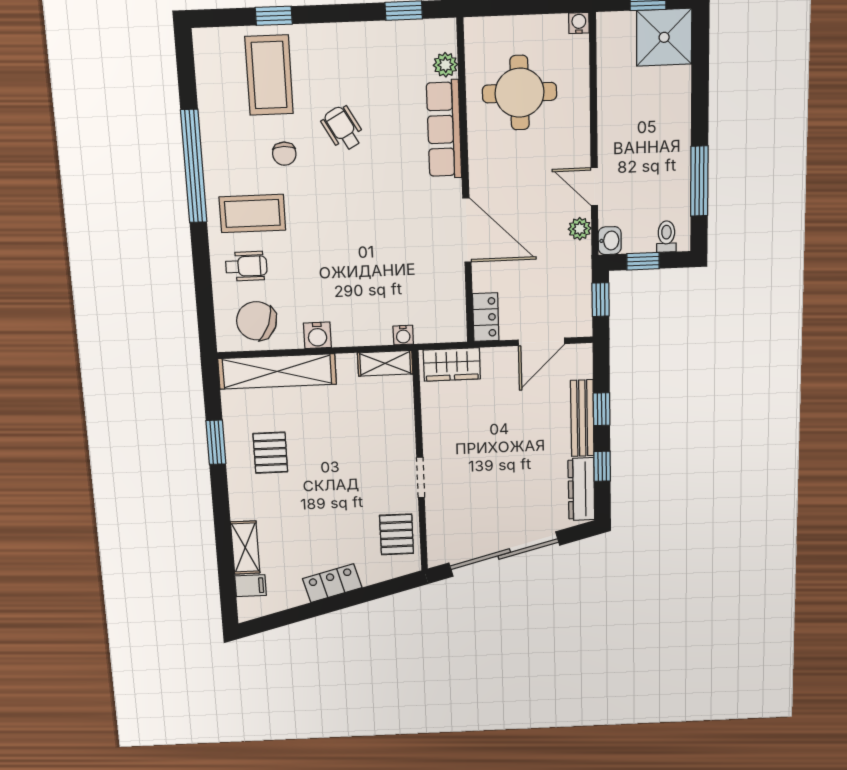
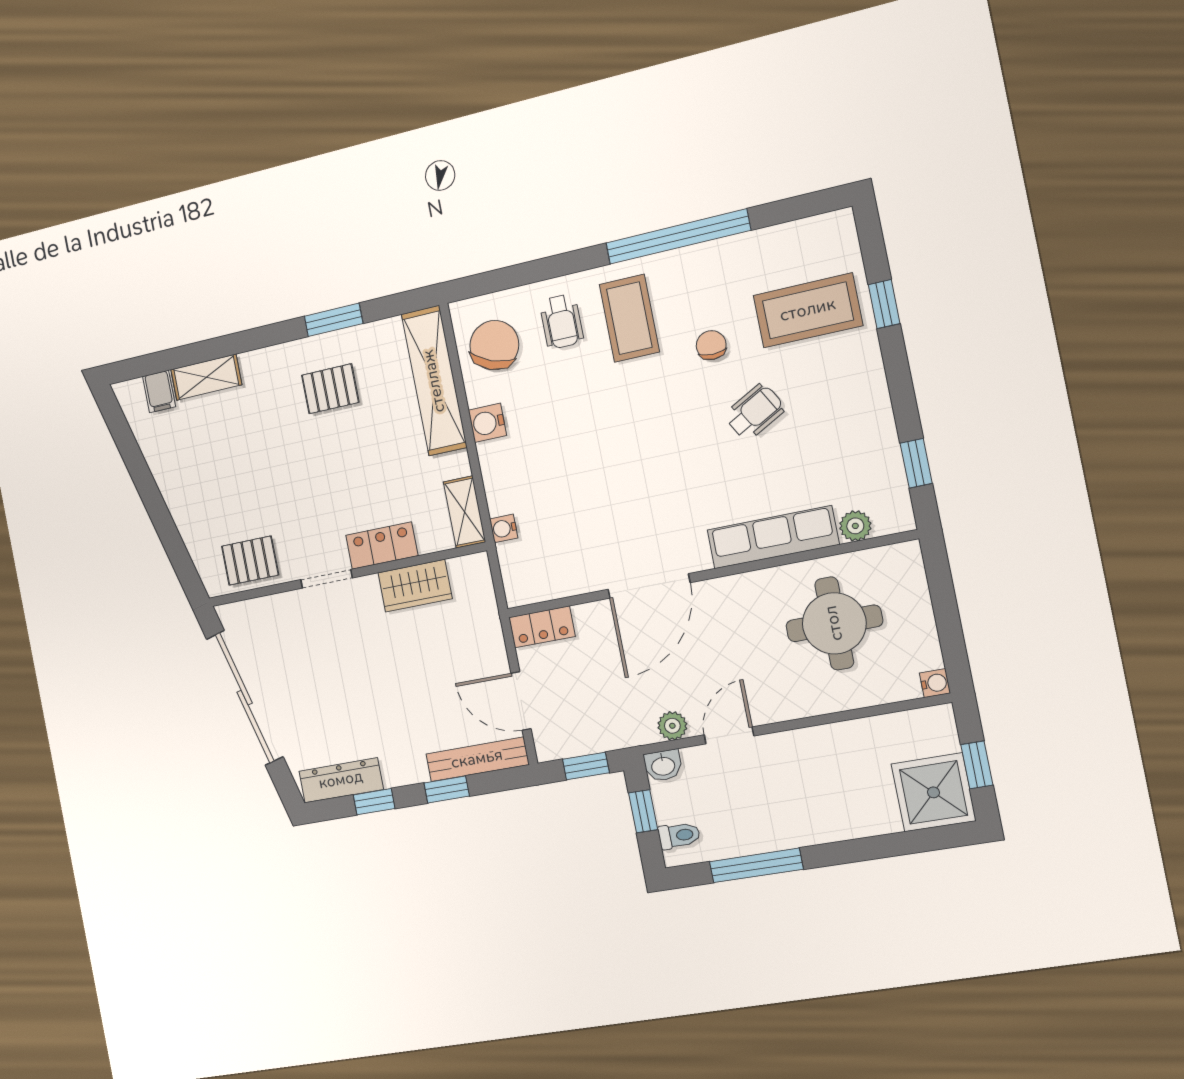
chair: (284, 154) -> (711, 345), turned 90
wardrobe: (452, 364) -> (415, 586), moved, turned -90
bench: (582, 418) -> (477, 759), moved
locker: (332, 583) -> (382, 546), moved, turned -75

